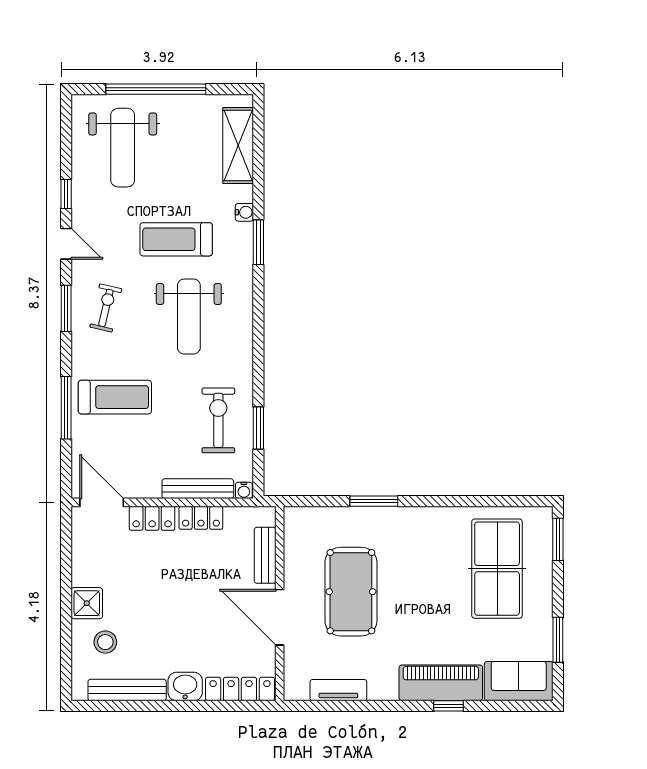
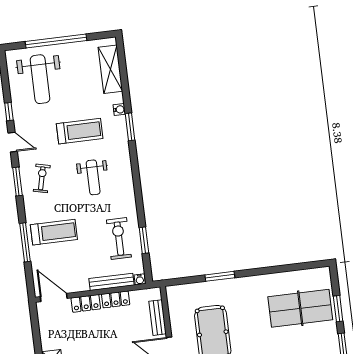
treadmill: (176, 239) -> (80, 131), turned 180
weight bench: (189, 317) -> (93, 177), width x0.73, depth x0.75
window: (558, 539) -> (338, 309), moved
table tennis table: (497, 569) -> (300, 308), turned 90

